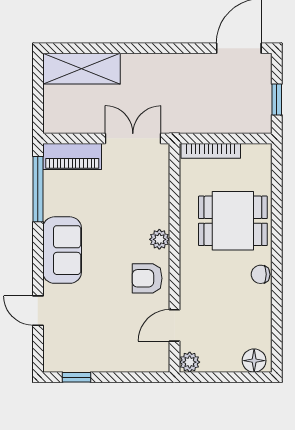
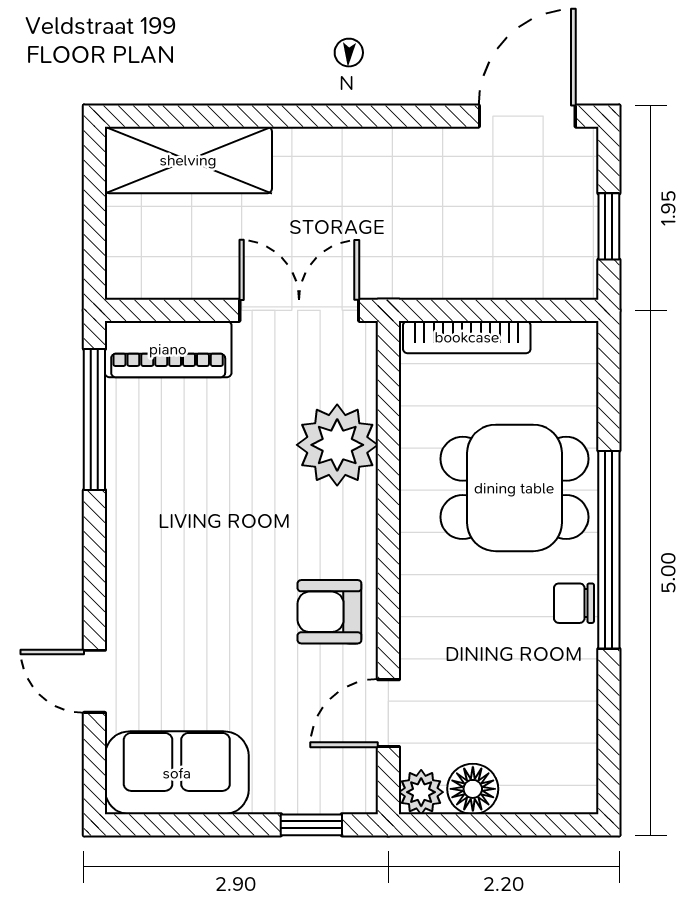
plant: (159, 239) -> (337, 445), moved, width x1.87, depth x1.87
sofa: (62, 250) -> (177, 773), moved, turned -90
window: (277, 250) -> (609, 550), added
floor lamp: (254, 361) -> (473, 789), moved
window: (77, 377) -> (311, 825), moved

